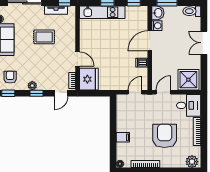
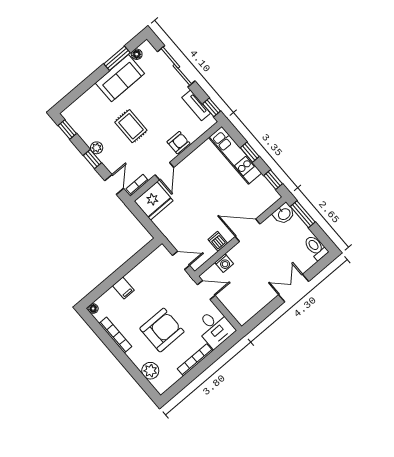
washing machine: (157, 26) -> (224, 263), moved
rug: (44, 37) -> (131, 126), moved
armchair: (10, 77) -> (178, 143), moved
shower: (188, 80) -> (242, 305), removed
door: (61, 93) -> (114, 184), swing flipped
plant: (192, 162) -> (150, 371), moved

